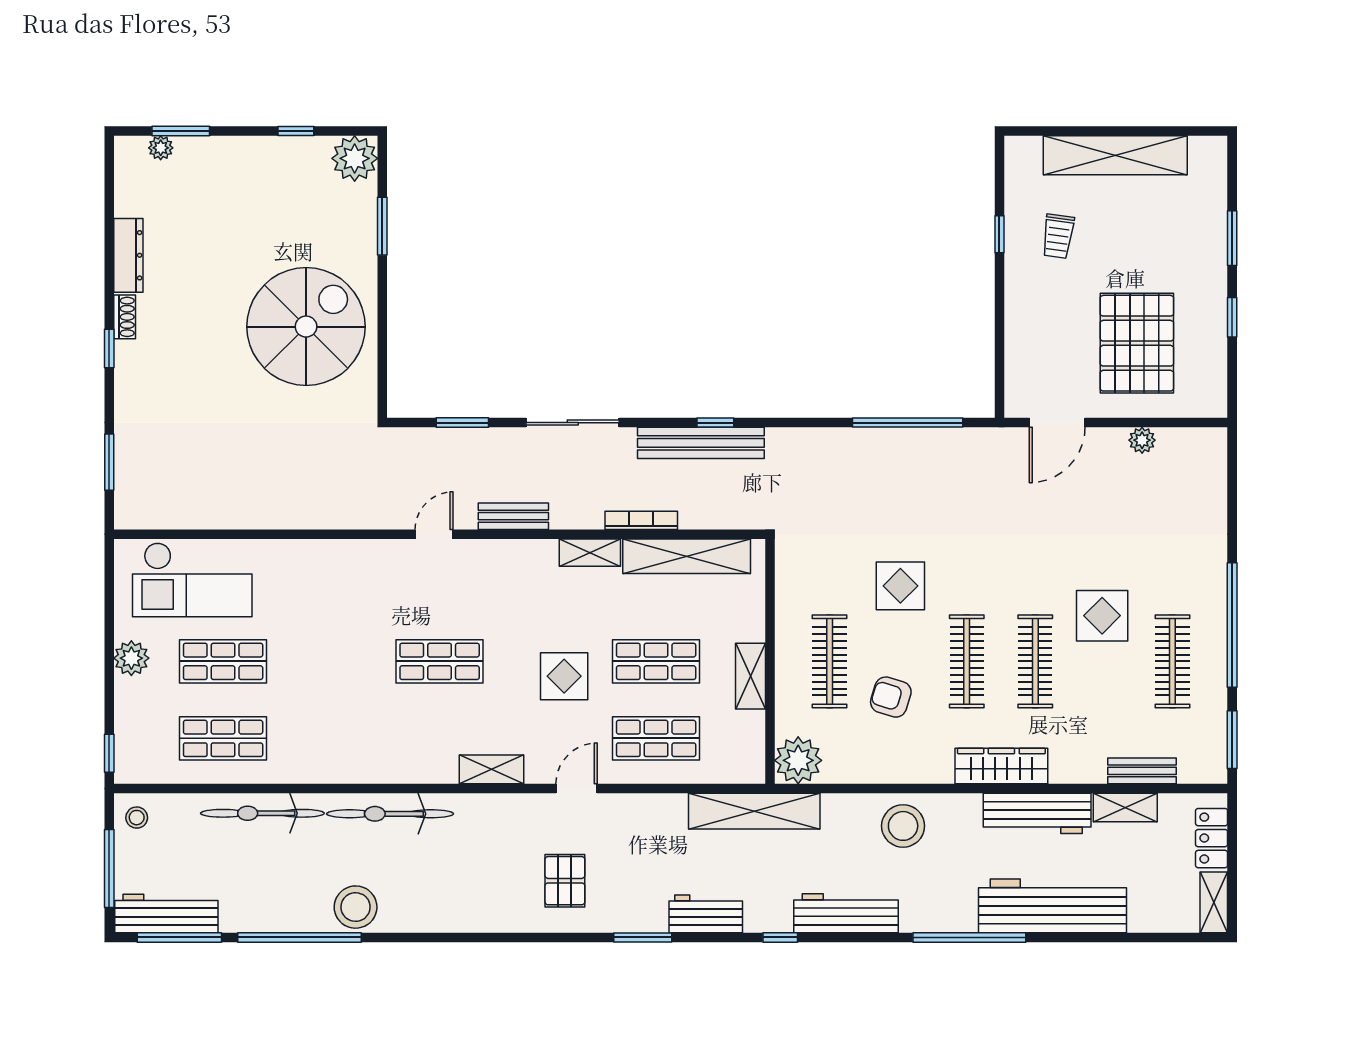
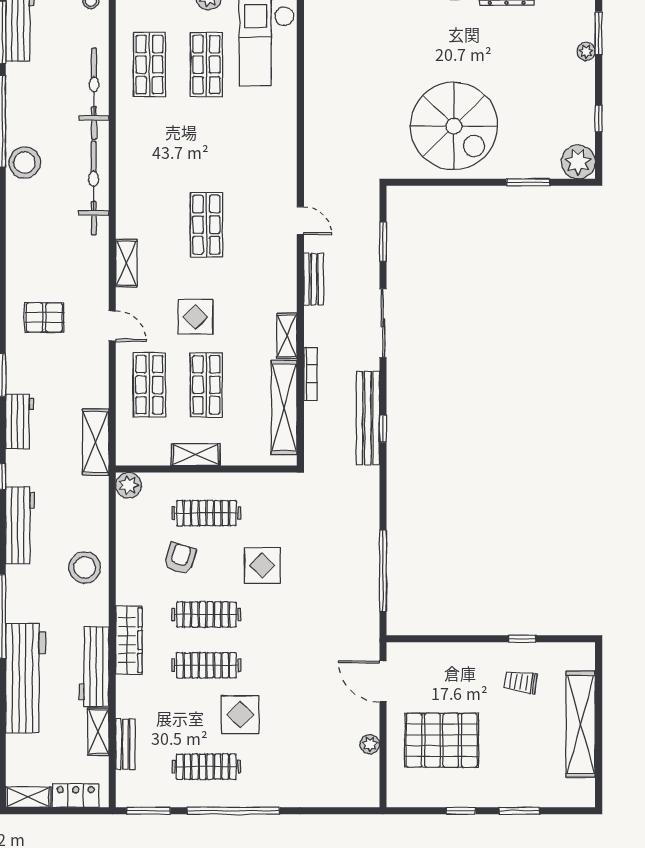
plant: (161, 148) -> (586, 51), moved
plant: (798, 760) -> (129, 485), width x0.73, depth x0.73
shelving: (754, 811) -> (96, 442), width x0.68

